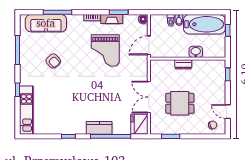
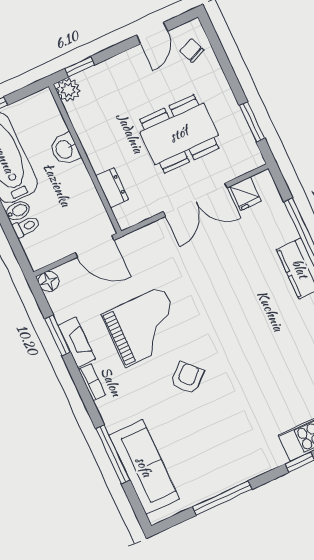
armchair: (53, 61) -> (187, 378), moved
dresser: (183, 64) -> (112, 188), moved
plant: (220, 65) -> (68, 90), added
dining table: (180, 103) -> (179, 134), width x1.38
fridge: (139, 124) -> (245, 194), width x0.53, depth x0.75

